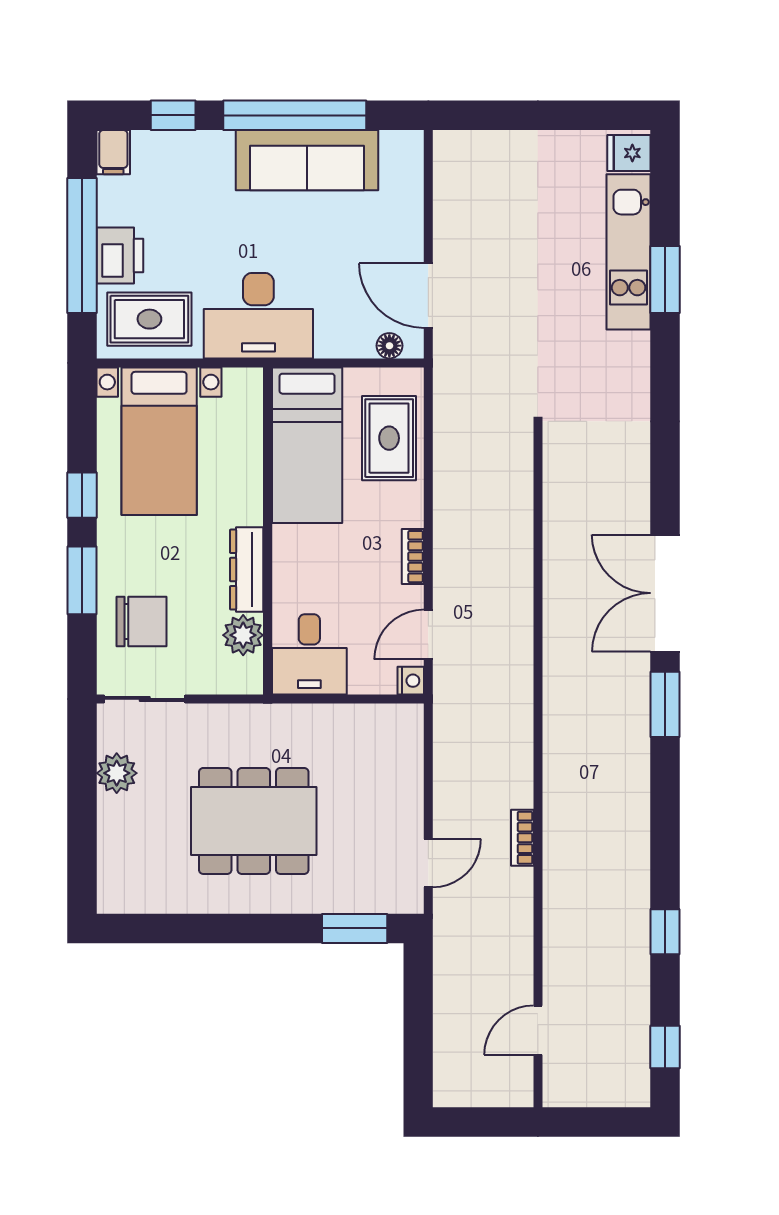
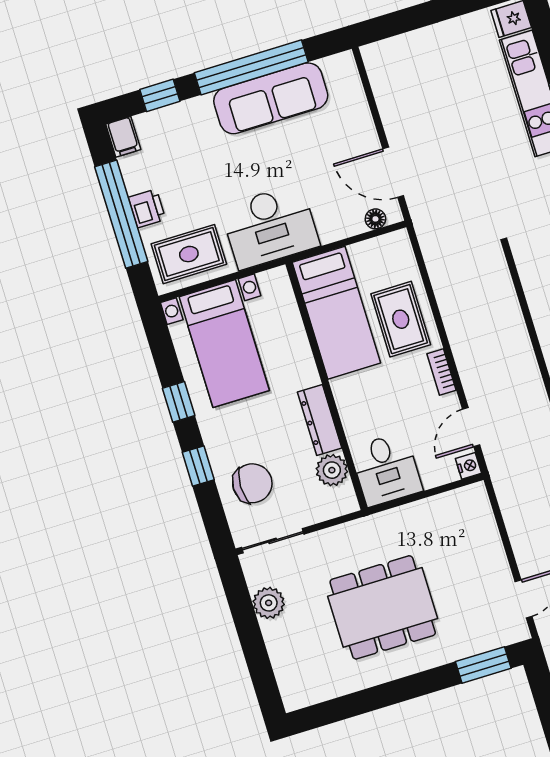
printer: (120, 255) -> (147, 208), width x0.73, depth x0.81
rug: (389, 438) -> (401, 319), moved
window: (82, 580) -> (198, 466), width x0.67

